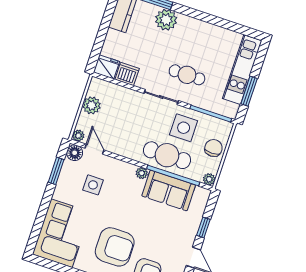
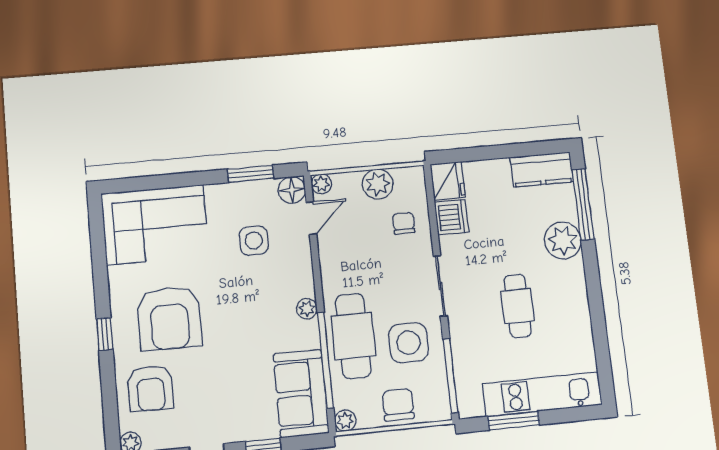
cafe table: (187, 75) -> (518, 306), moved
chair: (119, 101) -> (404, 223), added
chair: (213, 148) -> (398, 405), turned -90
sofa: (169, 190) -> (301, 393), moved

